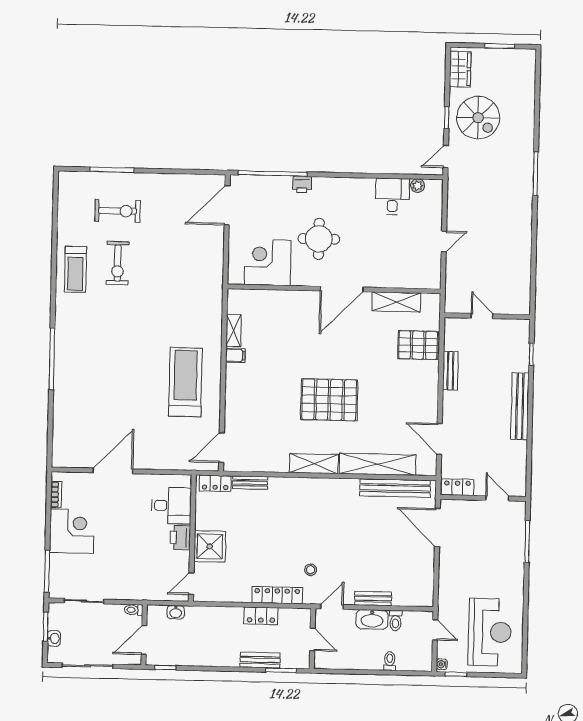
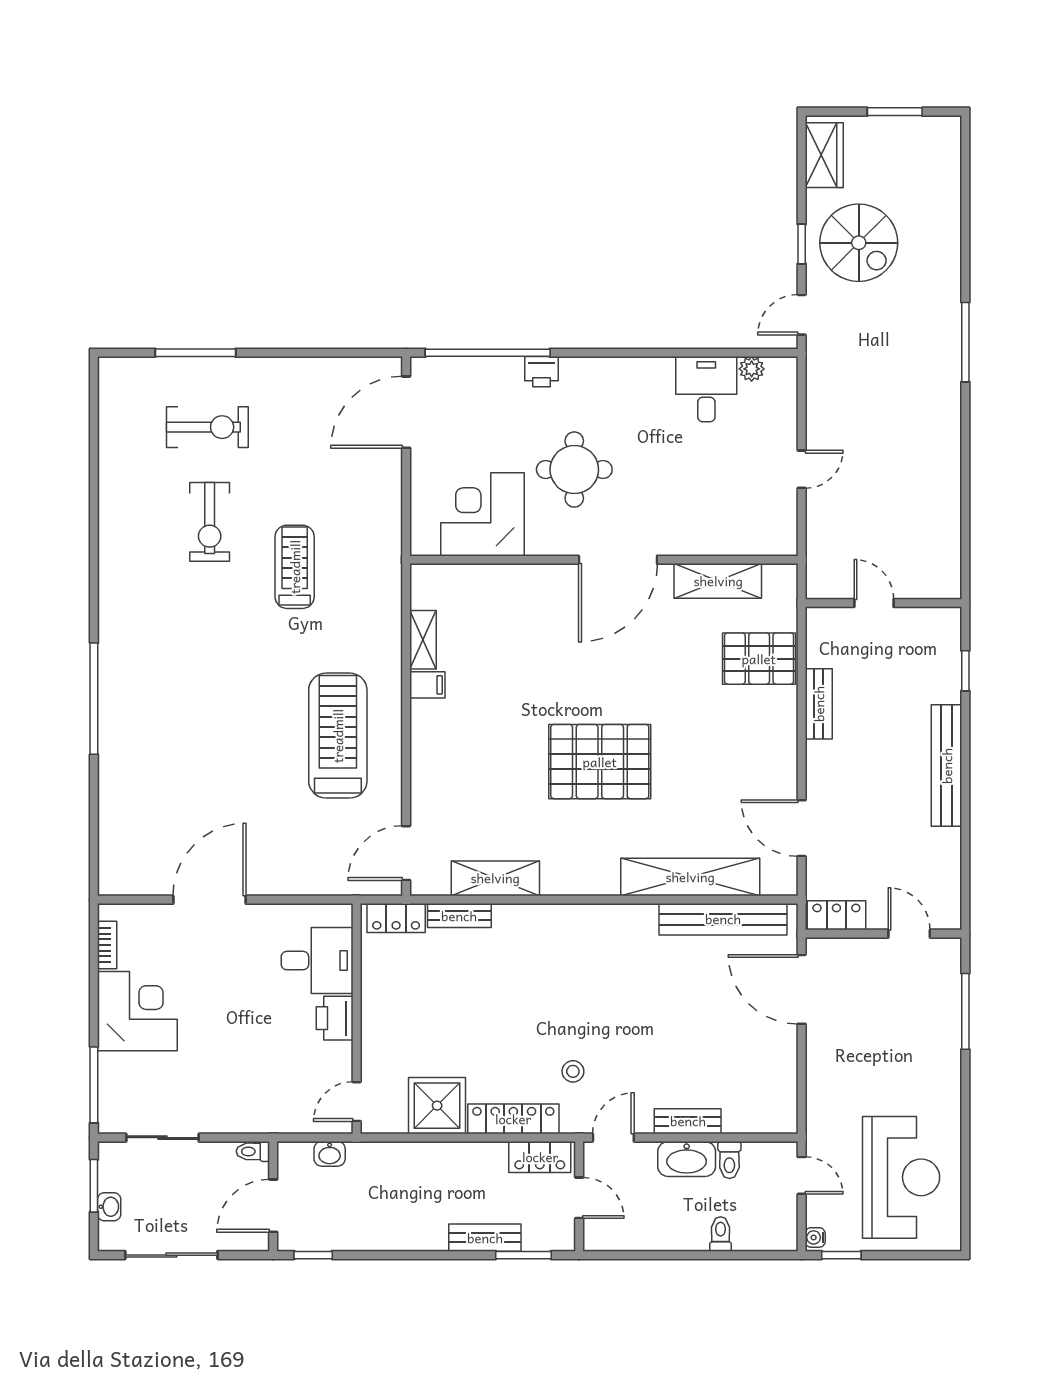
treadmill: (75, 269) -> (295, 567), moved, turned 180
shelving: (314, 464) -> (495, 878), moved
shower: (210, 546) -> (437, 1106), moved
locker: (261, 616) -> (540, 1157), moved

